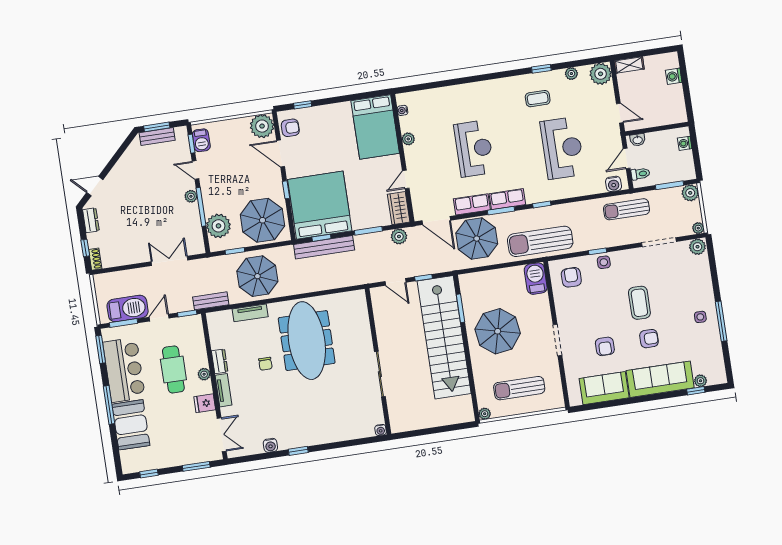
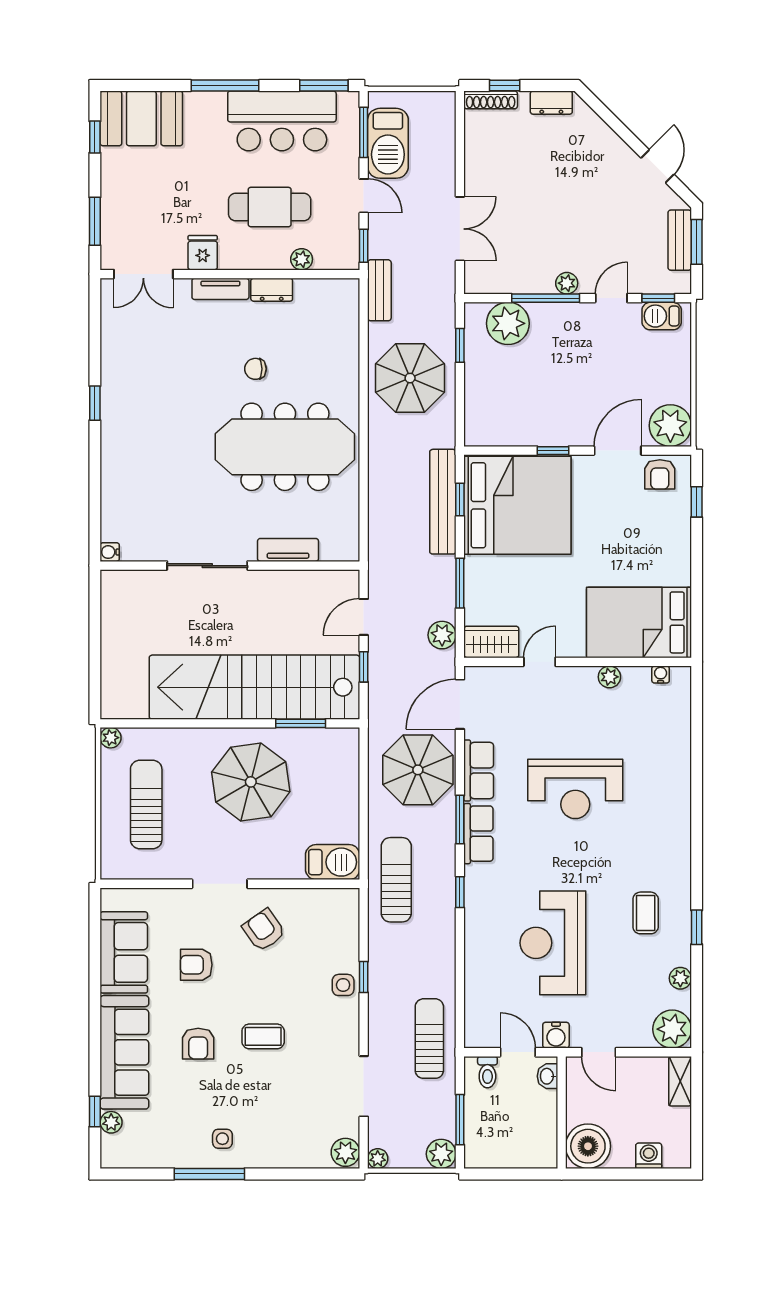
boiler: (673, 111) -> (588, 1146), added
door: (620, 113) -> (599, 1052), hinge flipped
washing machine: (685, 143) -> (529, 1157), removed
reception desk: (562, 148) -> (553, 943), turned 90
door: (406, 179) -> (540, 662), hinge flipped
water cooler: (614, 184) -> (556, 1035), moved, turned -90
door: (95, 186) -> (657, 166), moved
parasol: (263, 220) -> (506, 402), removed
sun lounger: (540, 241) -> (396, 880), width x0.73, depth x0.75
shoe rack: (95, 259) -> (491, 100), width x1.43
armchair: (571, 277) -> (264, 930), moved, turned -125
coffee table: (639, 303) -> (263, 1036), width x0.73, depth x0.77
tv unit: (250, 313) -> (288, 550), moved, turned 90
plant: (204, 374) -> (302, 259), moved
booth: (131, 425) -> (141, 118), moved
water cooler: (270, 445) -> (112, 356), removed

